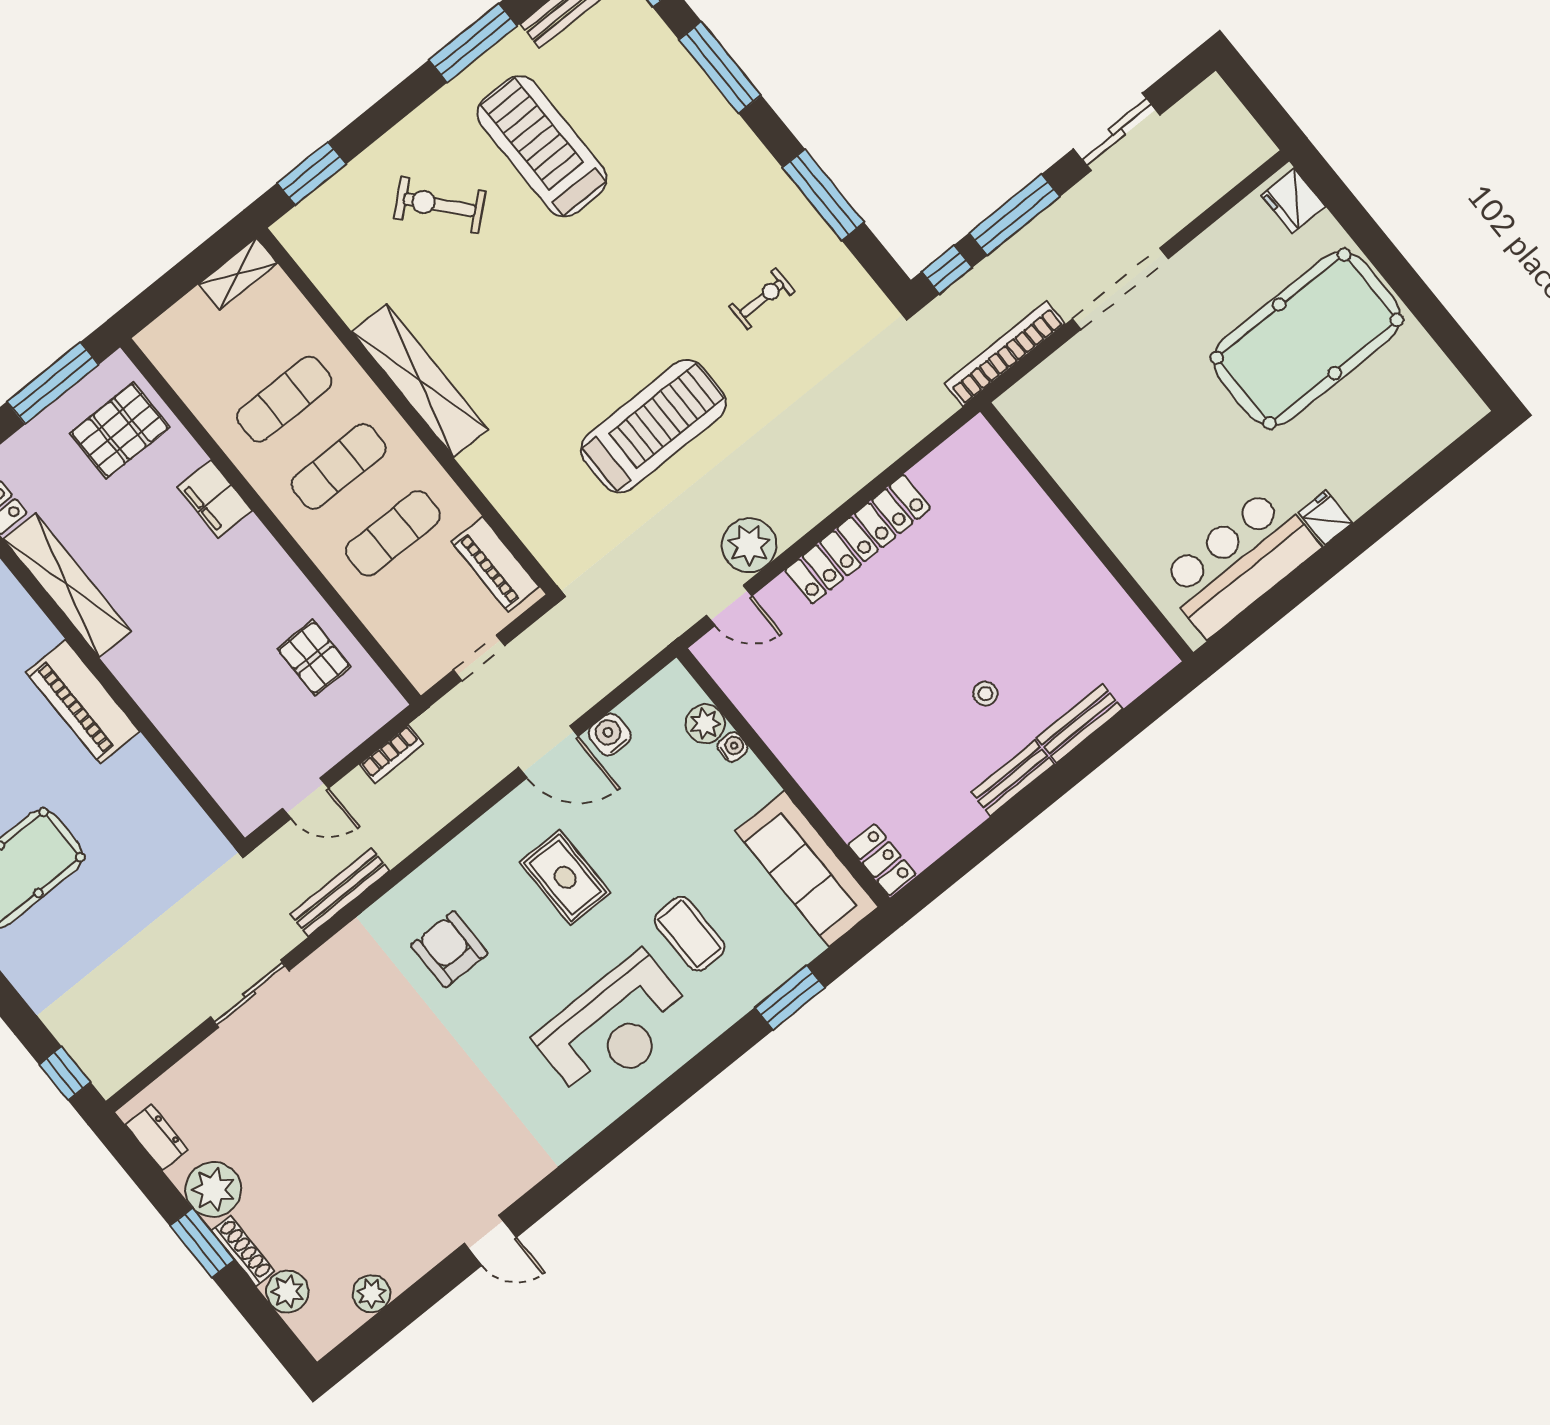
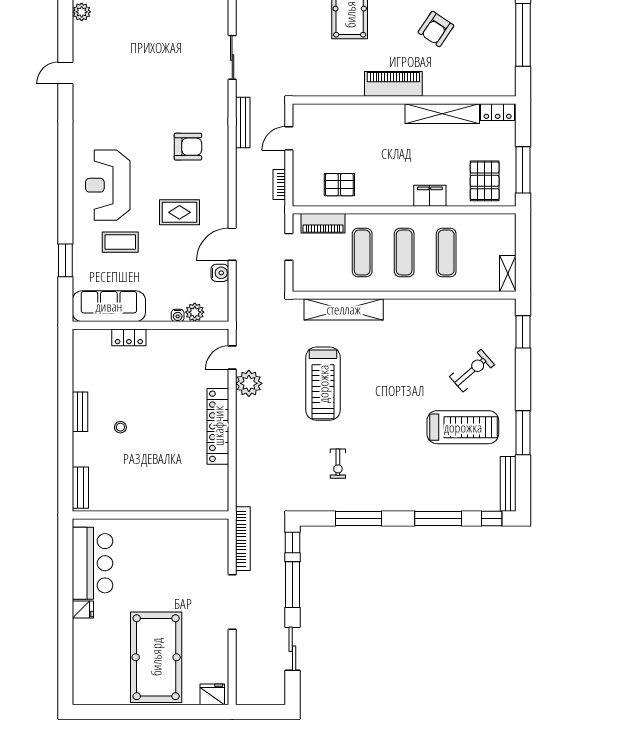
shelving: (420, 381) -> (344, 309), moved
piano: (495, 564) -> (323, 223), moved, turned 180
bench: (1080, 723) -> (80, 488), moved
locker: (882, 860) -> (129, 337), moved

